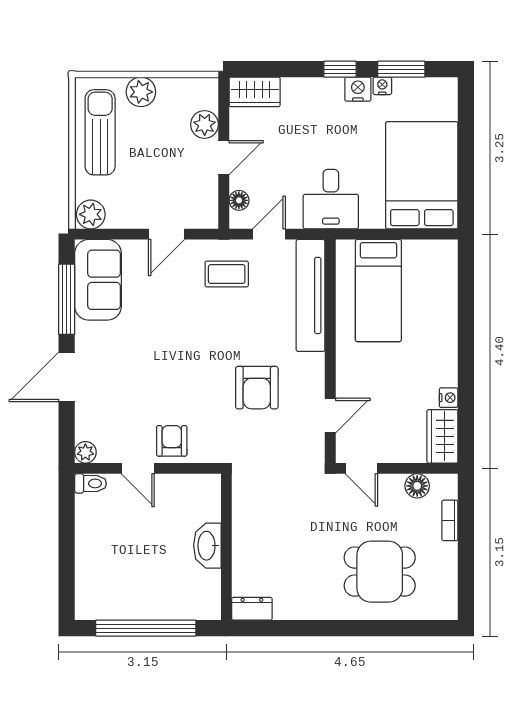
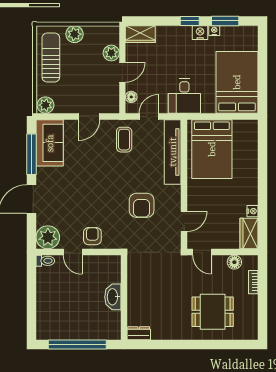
coffee table: (227, 274) -> (124, 140), turned 90
bed: (378, 291) -> (212, 149), width x1.50
plant: (85, 452) -> (48, 237), width x1.88, depth x1.88

